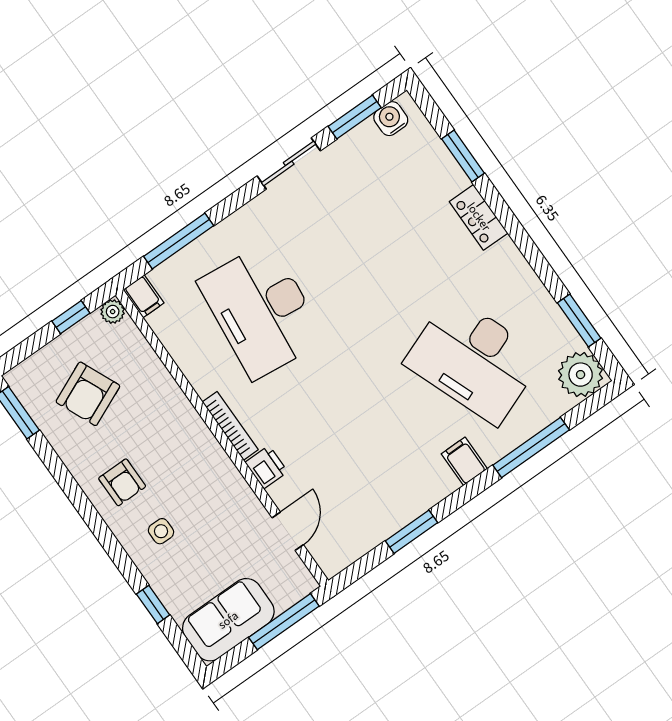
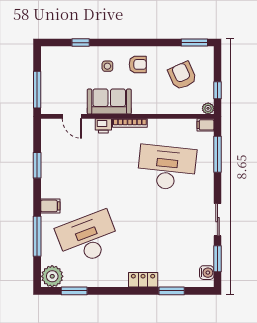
armchair: (122, 482) -> (138, 64), turned 180
sofa: (228, 620) -> (109, 102), moved, turned -90

